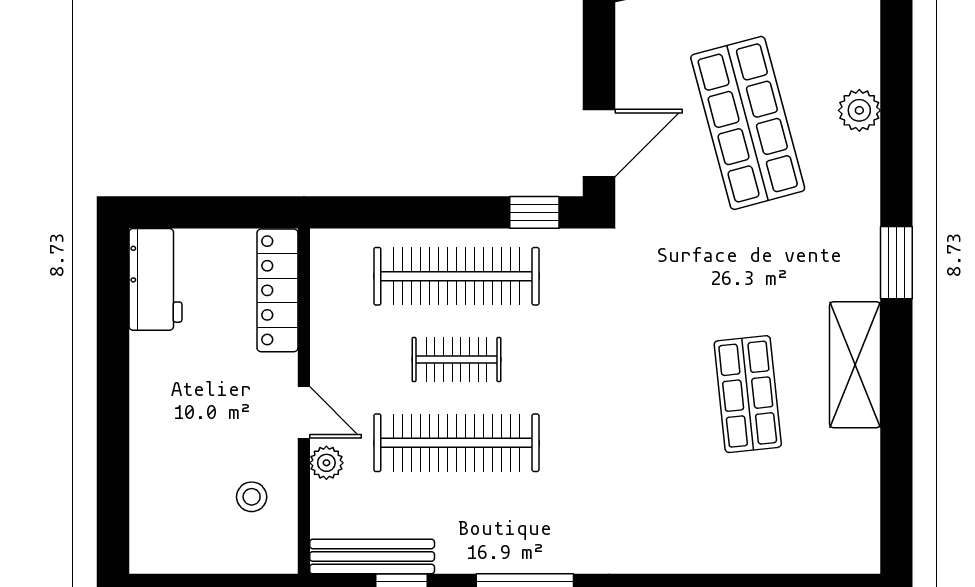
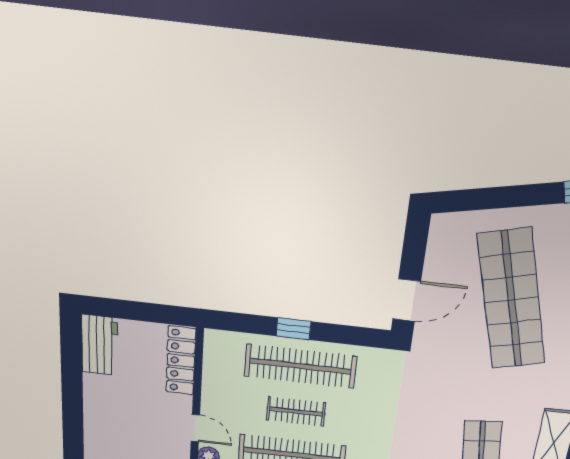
shop shelf: (748, 123) -> (511, 300), width x1.40
window: (534, 212) -> (294, 329), moved

